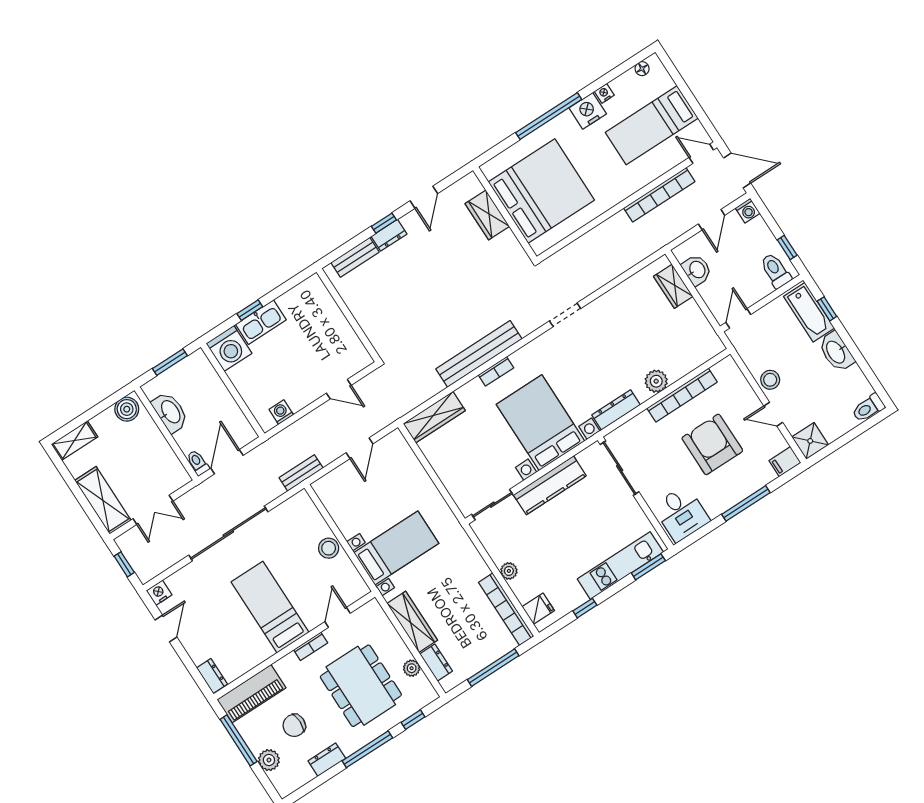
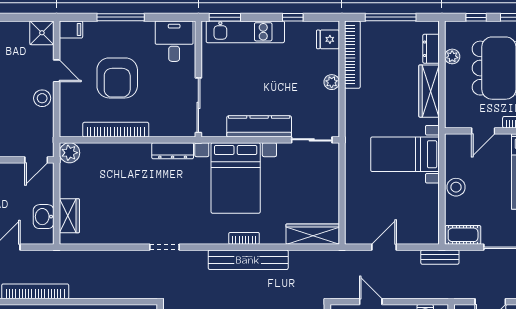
plant: (656, 381) -> (69, 153), moved
cot: (293, 508) -> (463, 235), added

